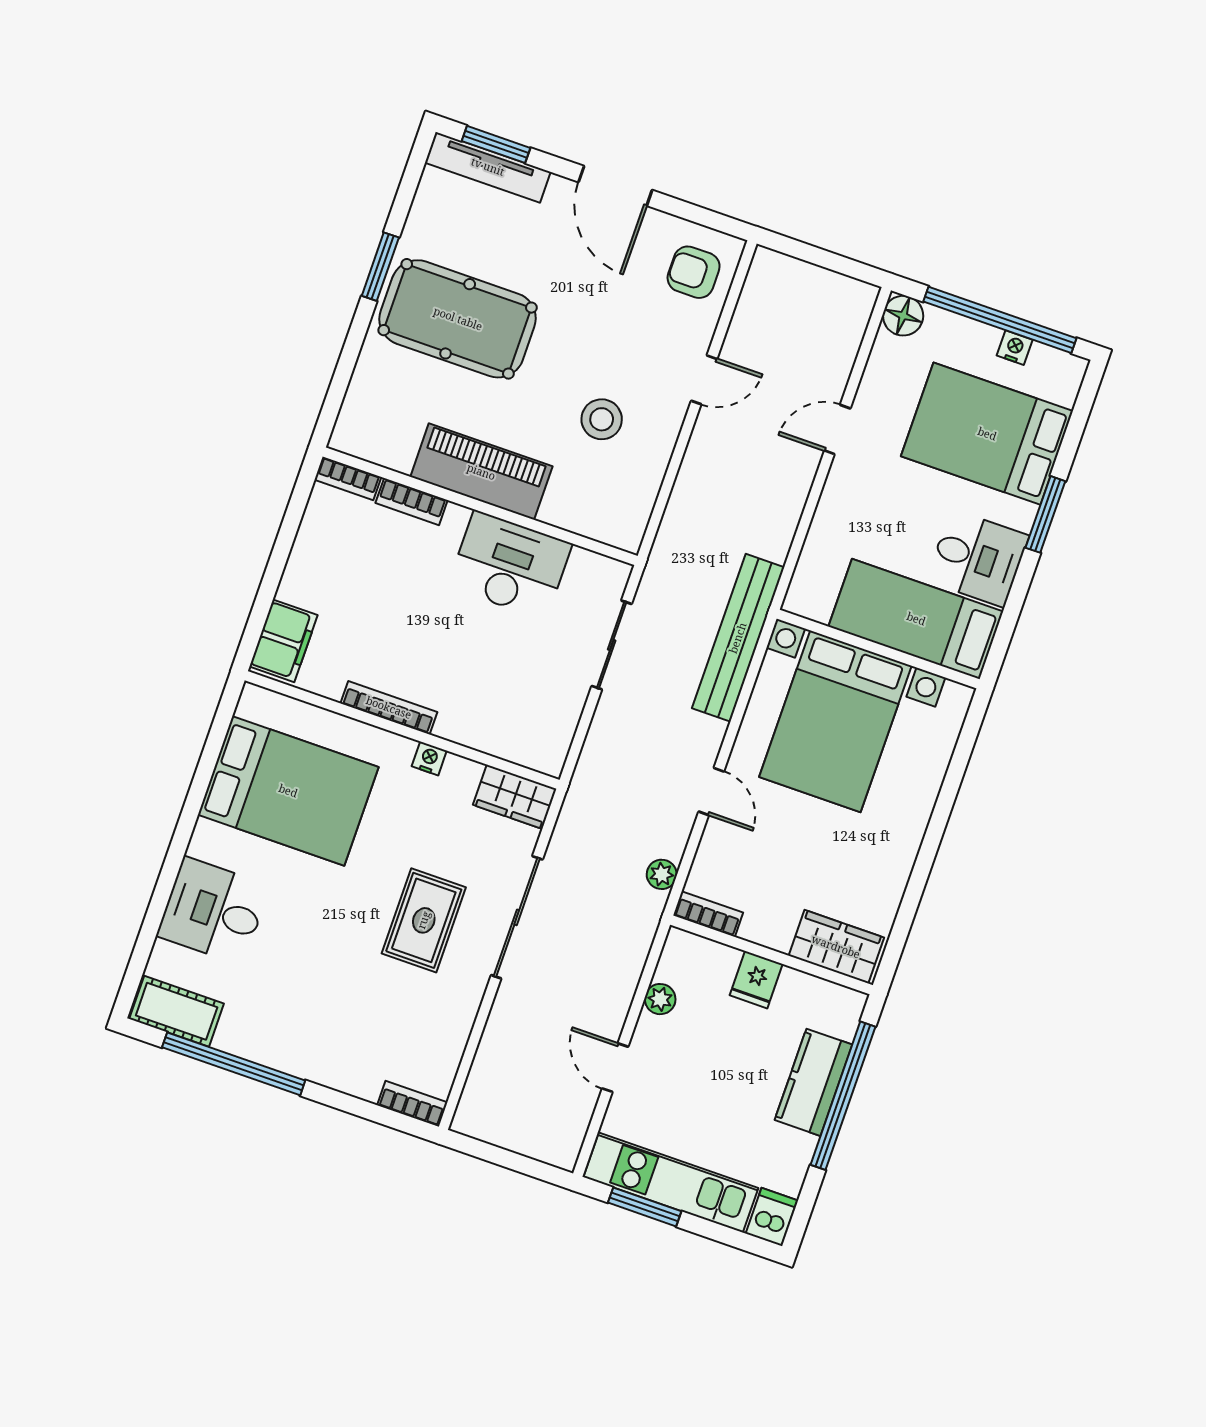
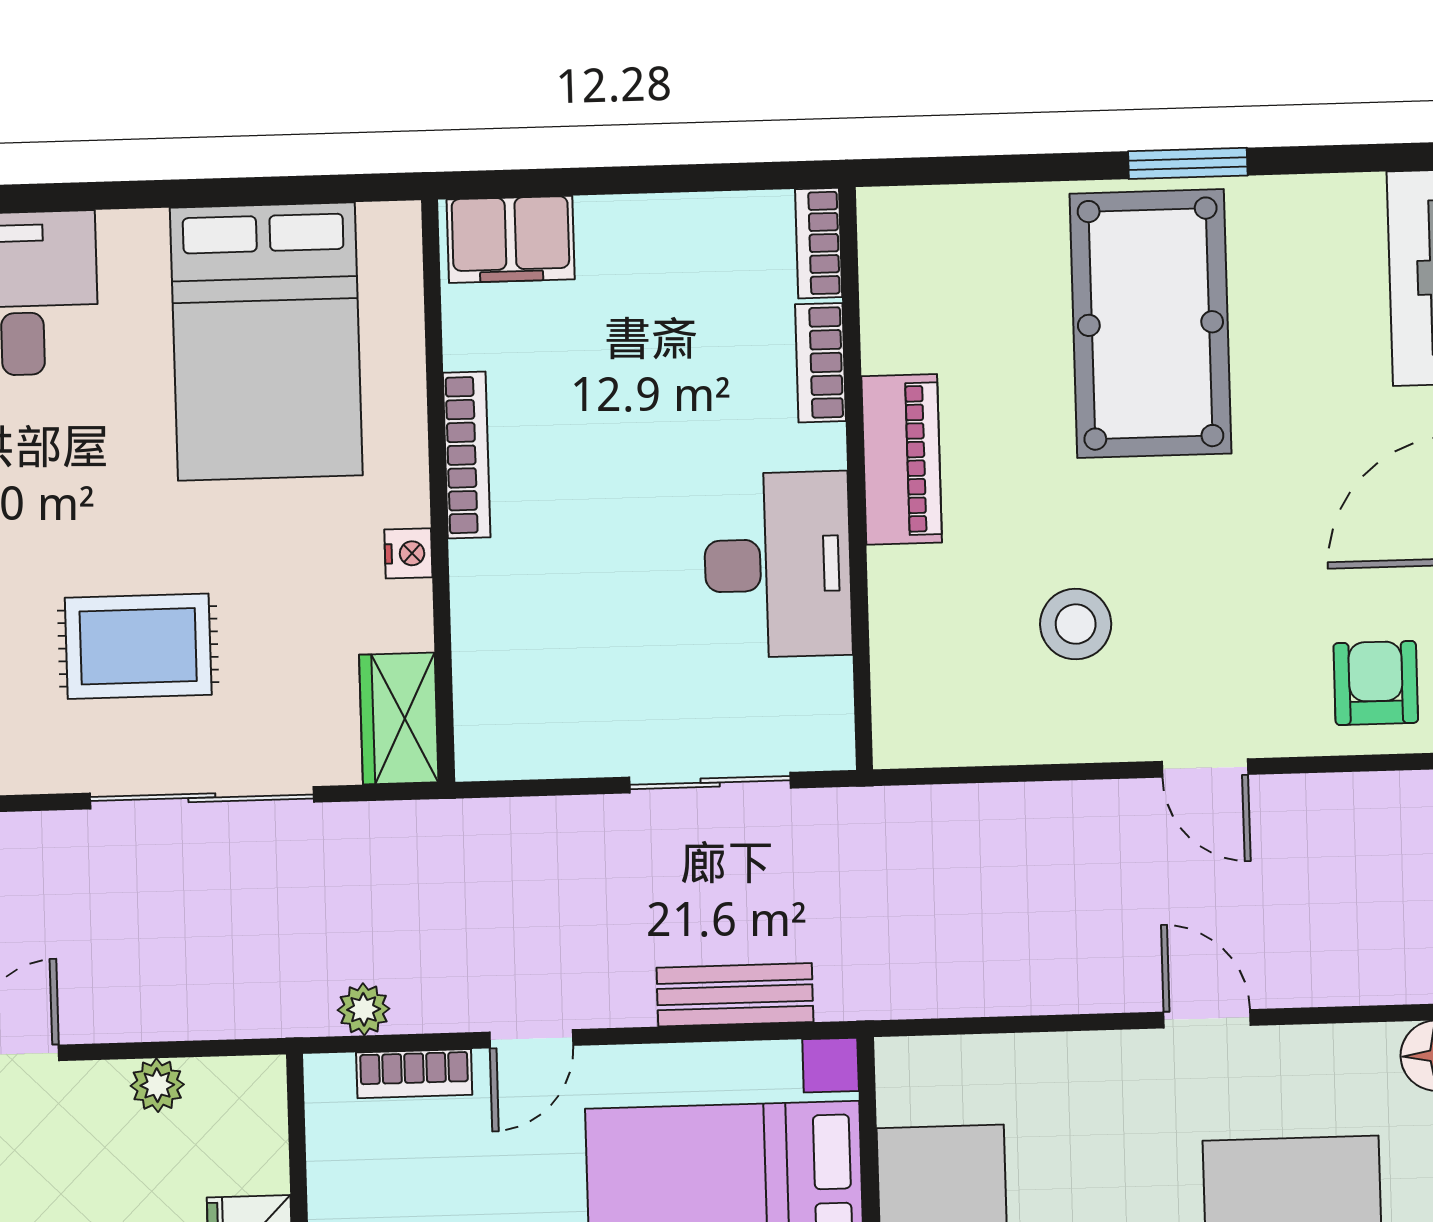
piano: (481, 472) -> (902, 459), width x0.73, depth x0.75
bench: (738, 638) -> (735, 995), width x0.54, depth x0.82
bookcase: (708, 914) -> (414, 1074), moved, turned 90

